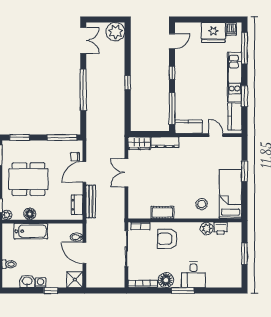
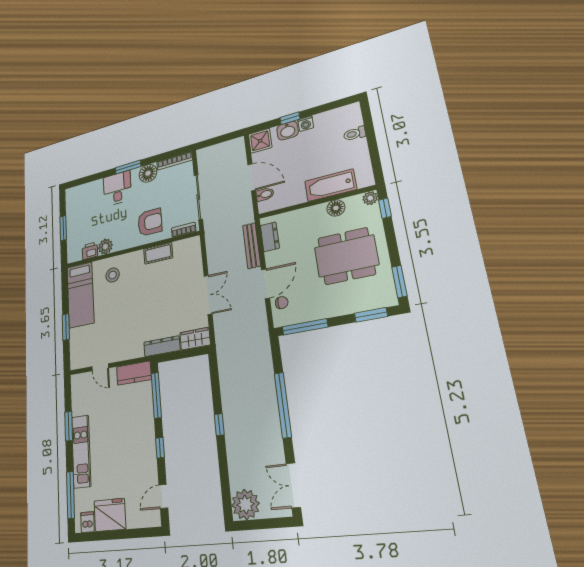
kitchen counter: (235, 116) -> (79, 396), removed
washbasin: (27, 281) -> (288, 131), moved

